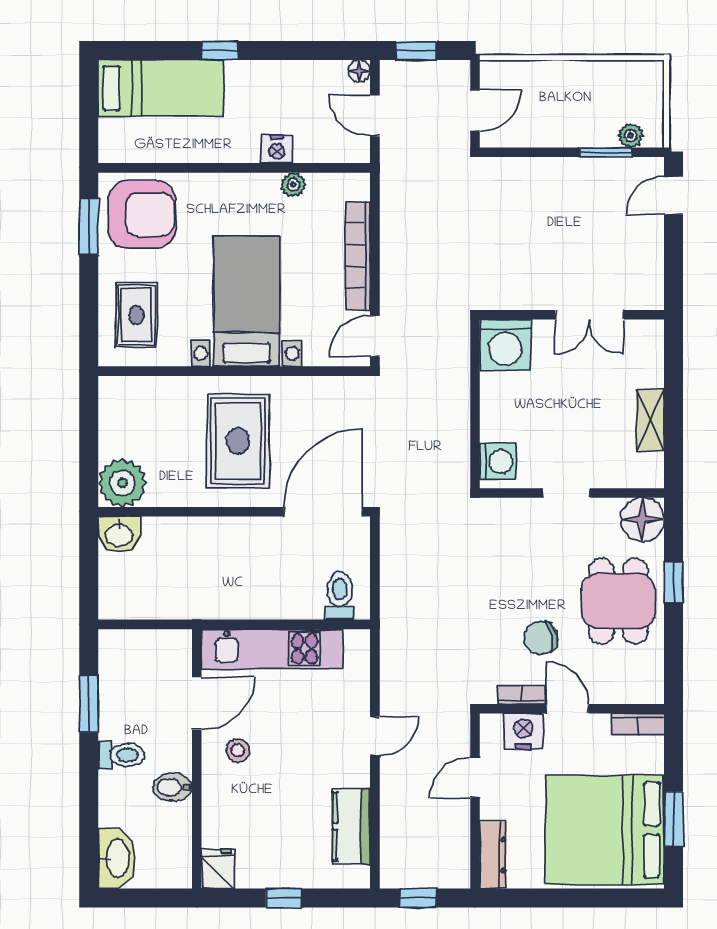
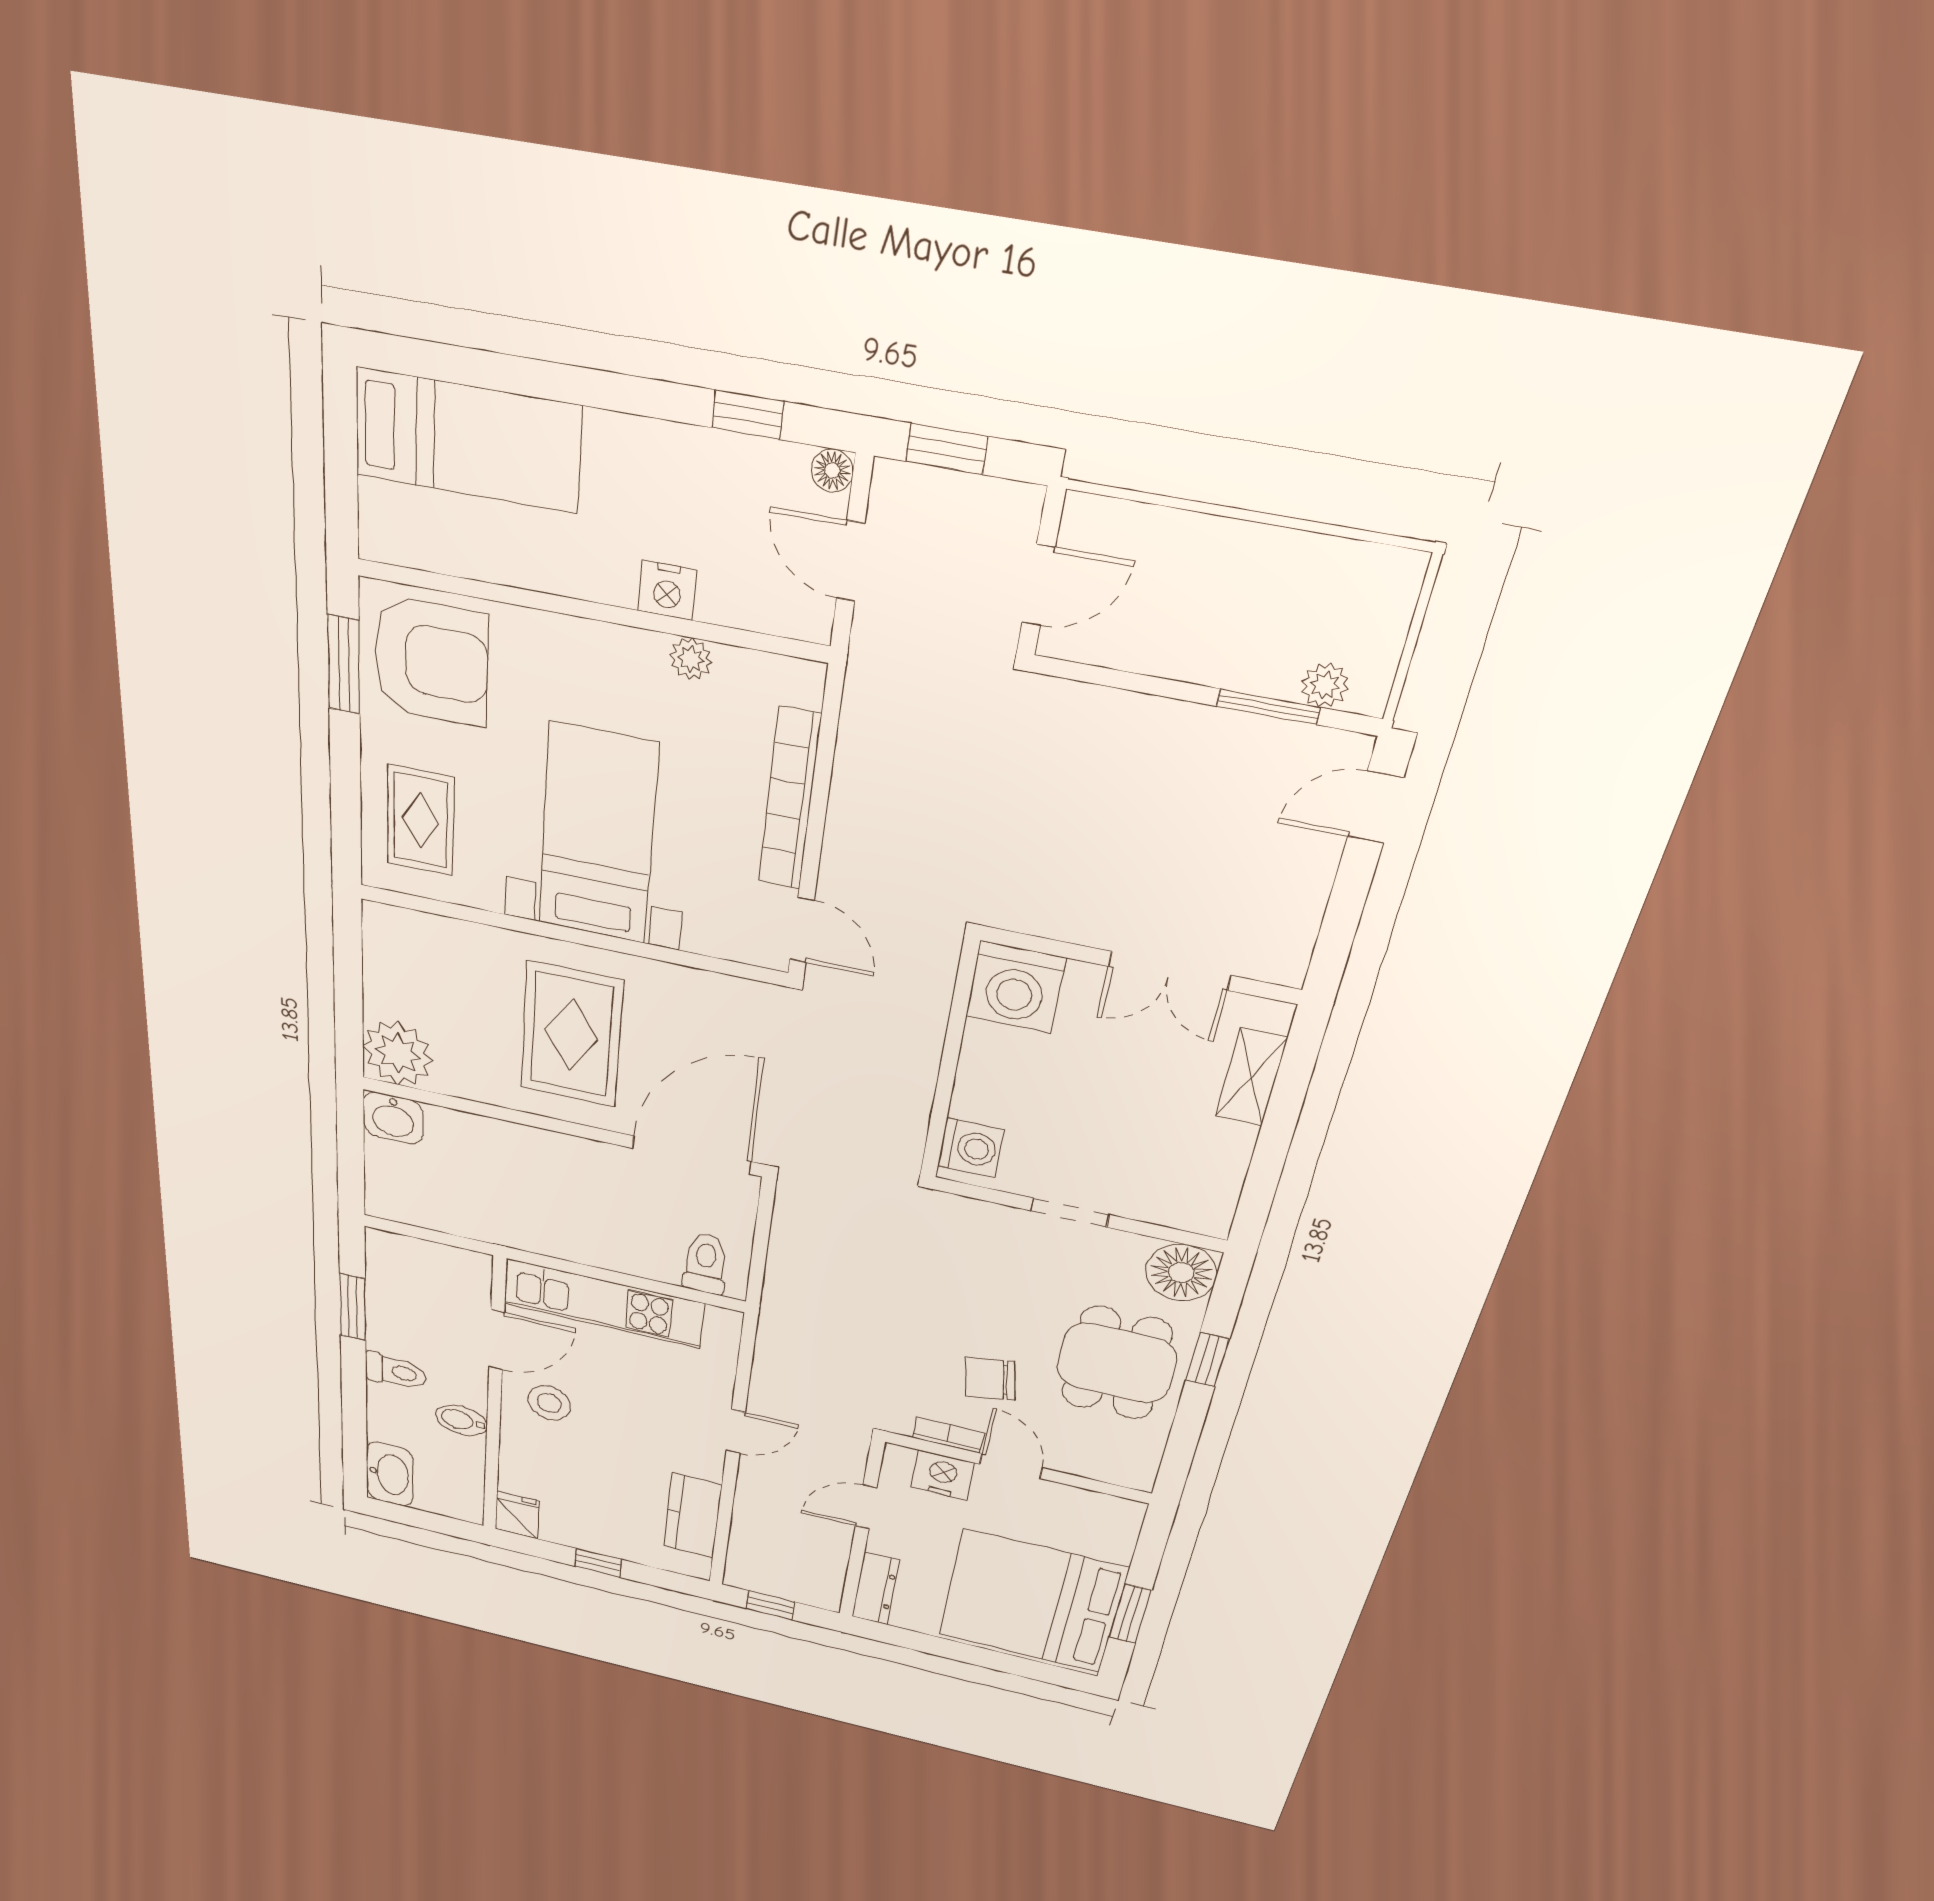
window: (220, 51) -> (748, 415), moved
door: (375, 336) -> (802, 930), swing flipped
shelving: (650, 420) -> (1251, 1077), moved
bookcase: (638, 724) -> (1107, 1506), removed
stool: (238, 750) -> (549, 1403), width x1.37, depth x1.37

